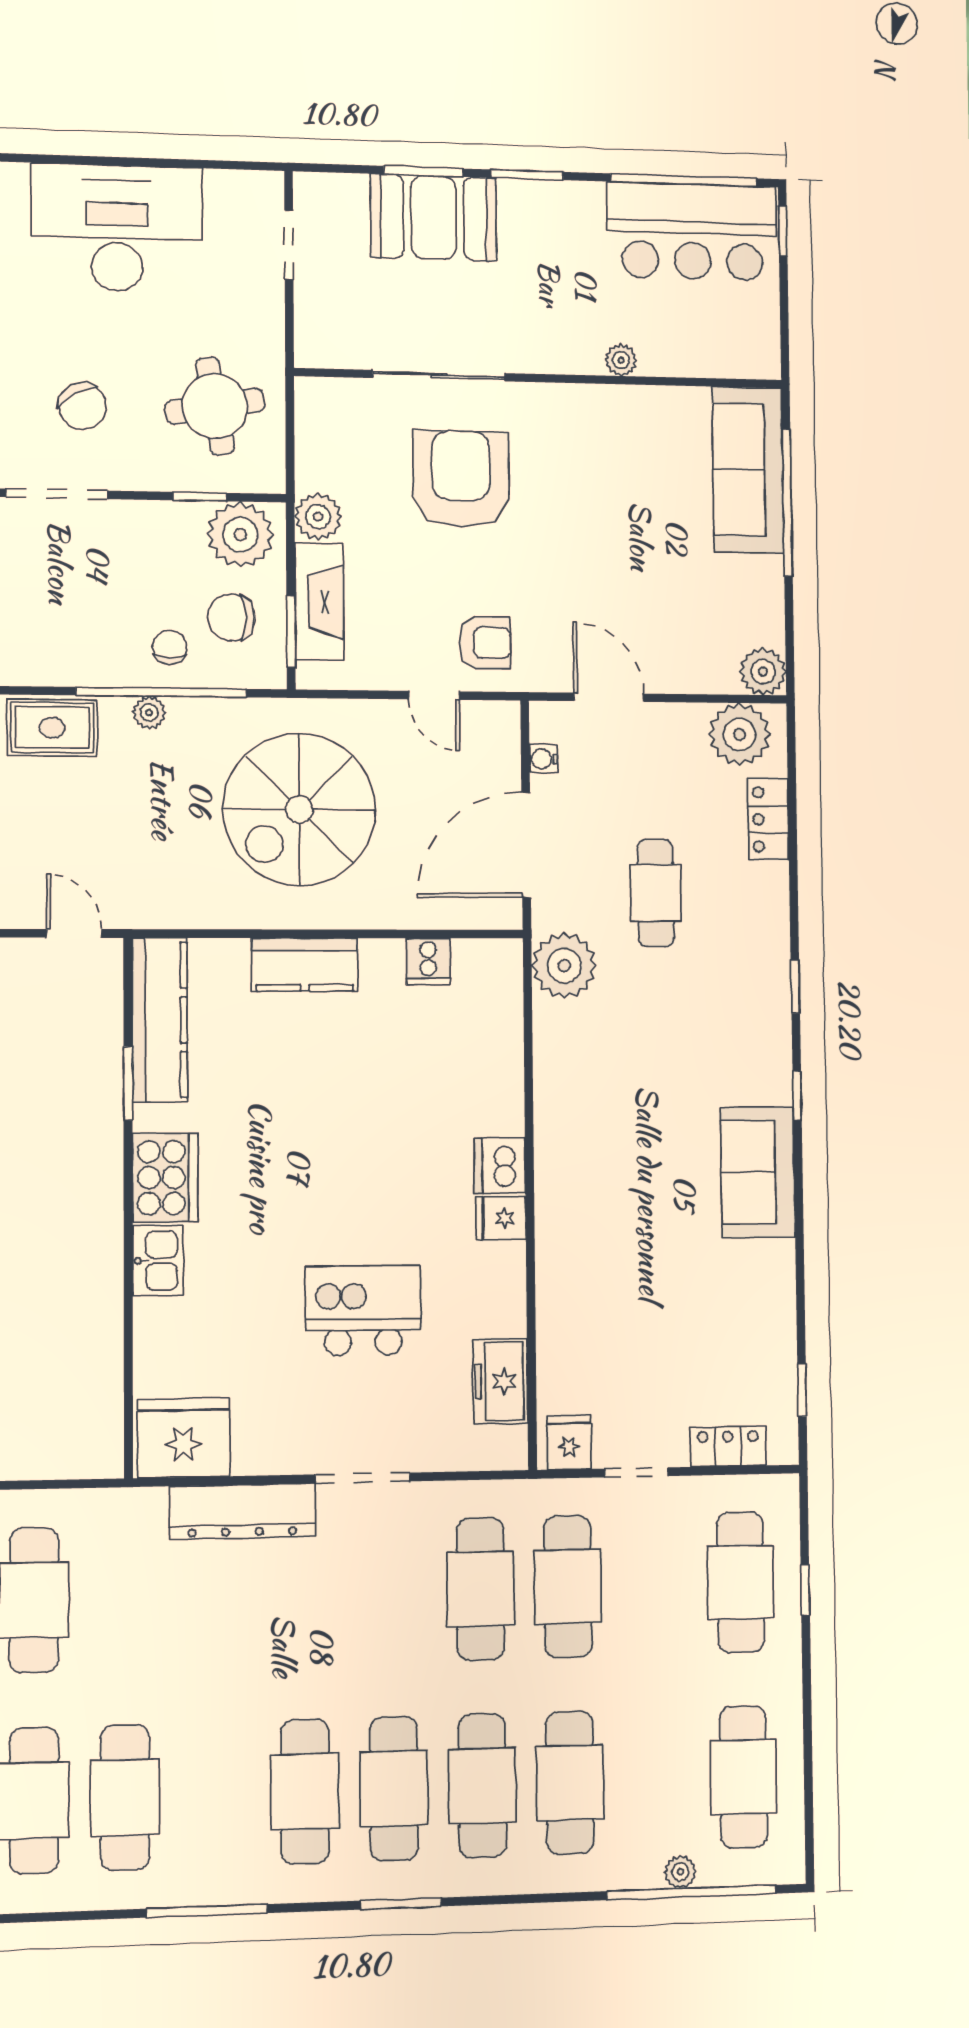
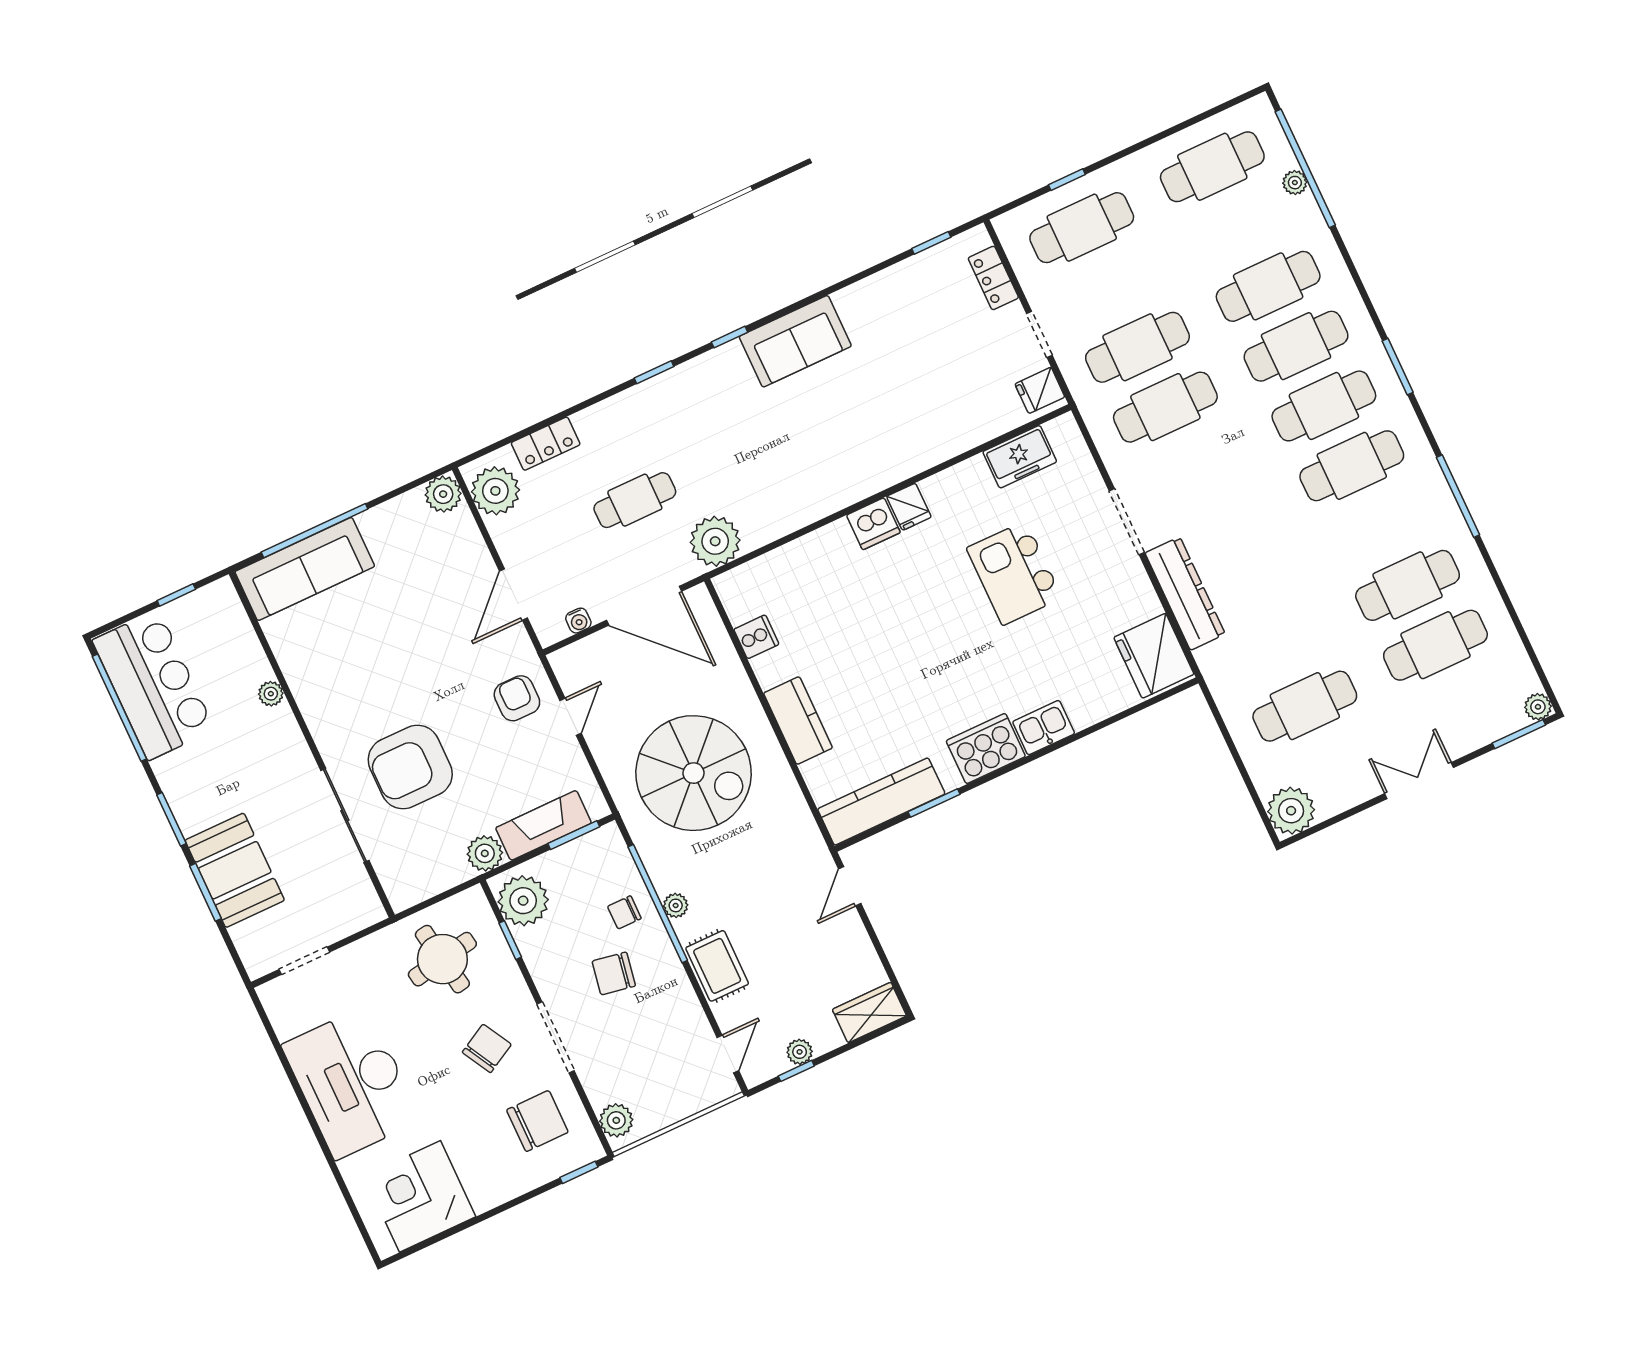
window: (783, 231) -> (176, 595), moved
chair: (231, 617) -> (614, 973), moved, turned 100

